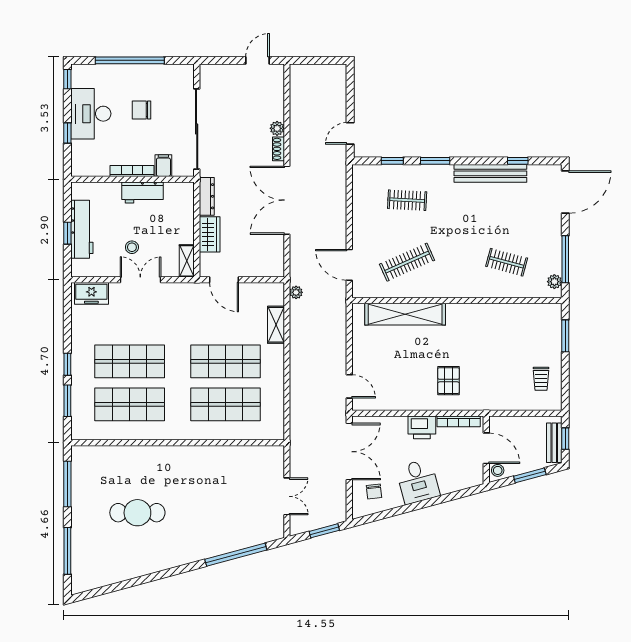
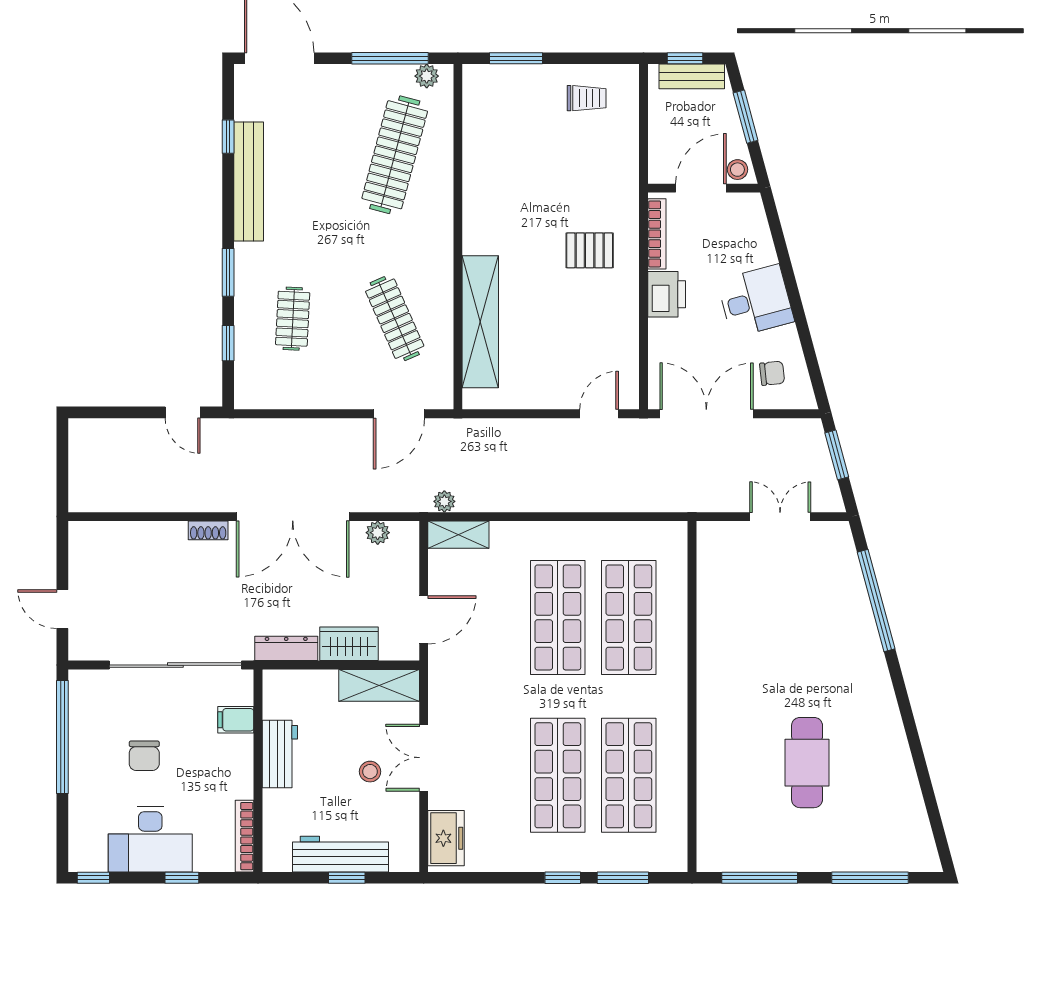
window: (130, 60) -> (62, 737), moved
door: (258, 60) -> (62, 609), moved
plant: (277, 128) -> (378, 533), moved
bookcase: (132, 171) -> (245, 836), moved
shelving: (187, 261) -> (379, 685), width x1.50, depth x1.33
clothes rail: (507, 262) -> (395, 155), width x1.86, depth x1.31
shelving: (276, 325) -> (458, 535), moved

